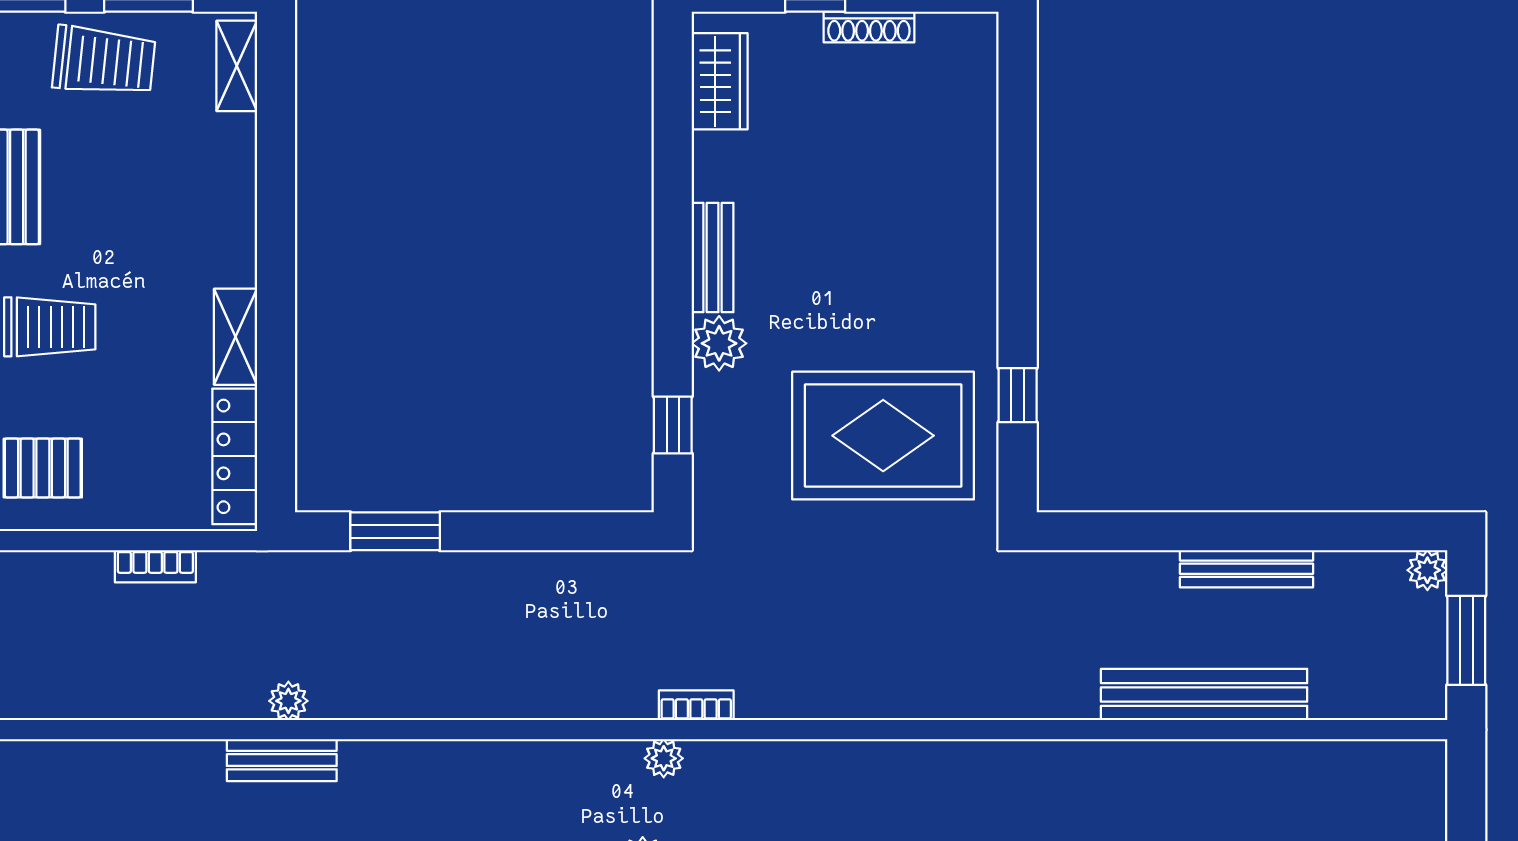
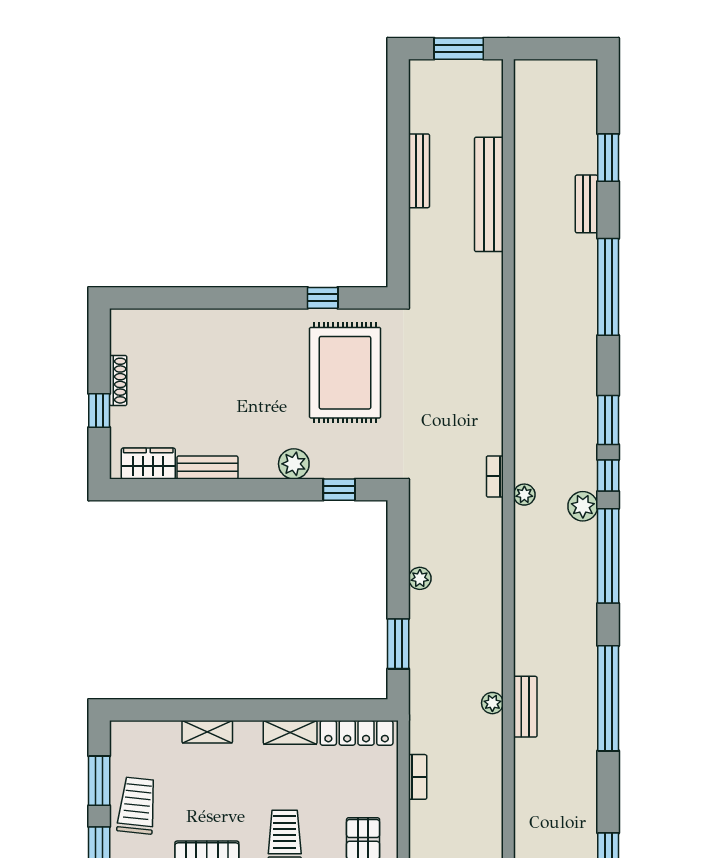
shelving: (237, 66) -> (207, 732), moved
bench: (713, 258) -> (207, 467), moved
plant: (1427, 570) -> (420, 578), moved

